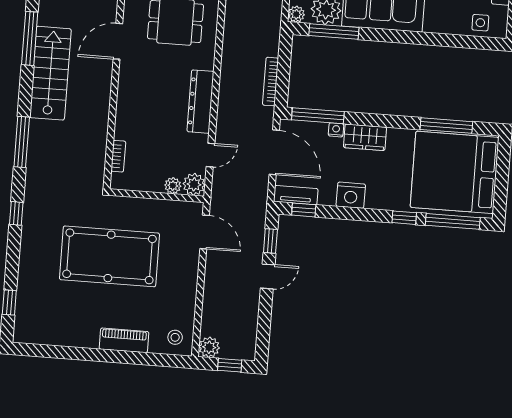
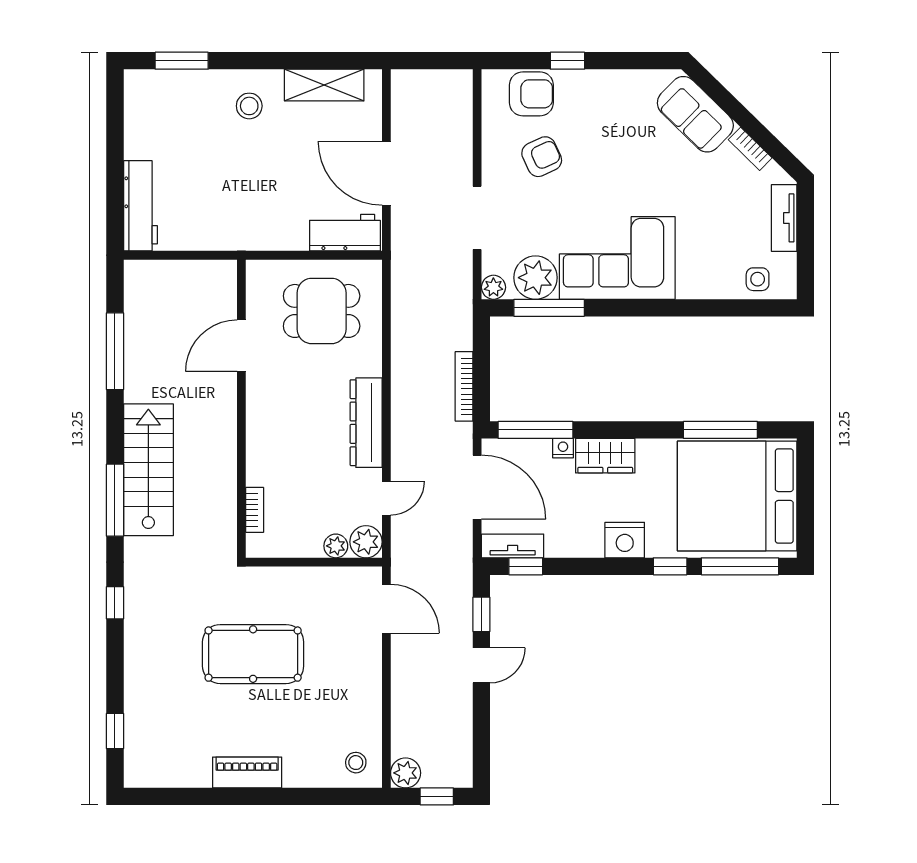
stairs: (50, 73) -> (148, 470), moved
nightstand: (351, 195) -> (625, 540), moved
pool table: (109, 256) -> (253, 654), width x0.73, depth x0.76
piano: (124, 340) -> (247, 772), moved

